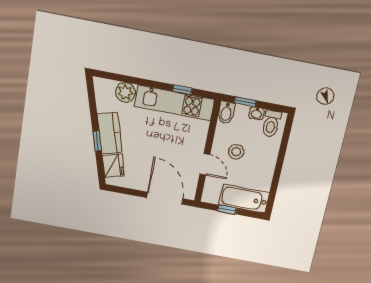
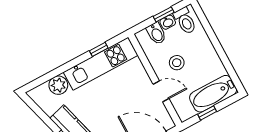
window: (245, 102) -> (164, 14), moved
bidet: (226, 112) -> (156, 33), moved

